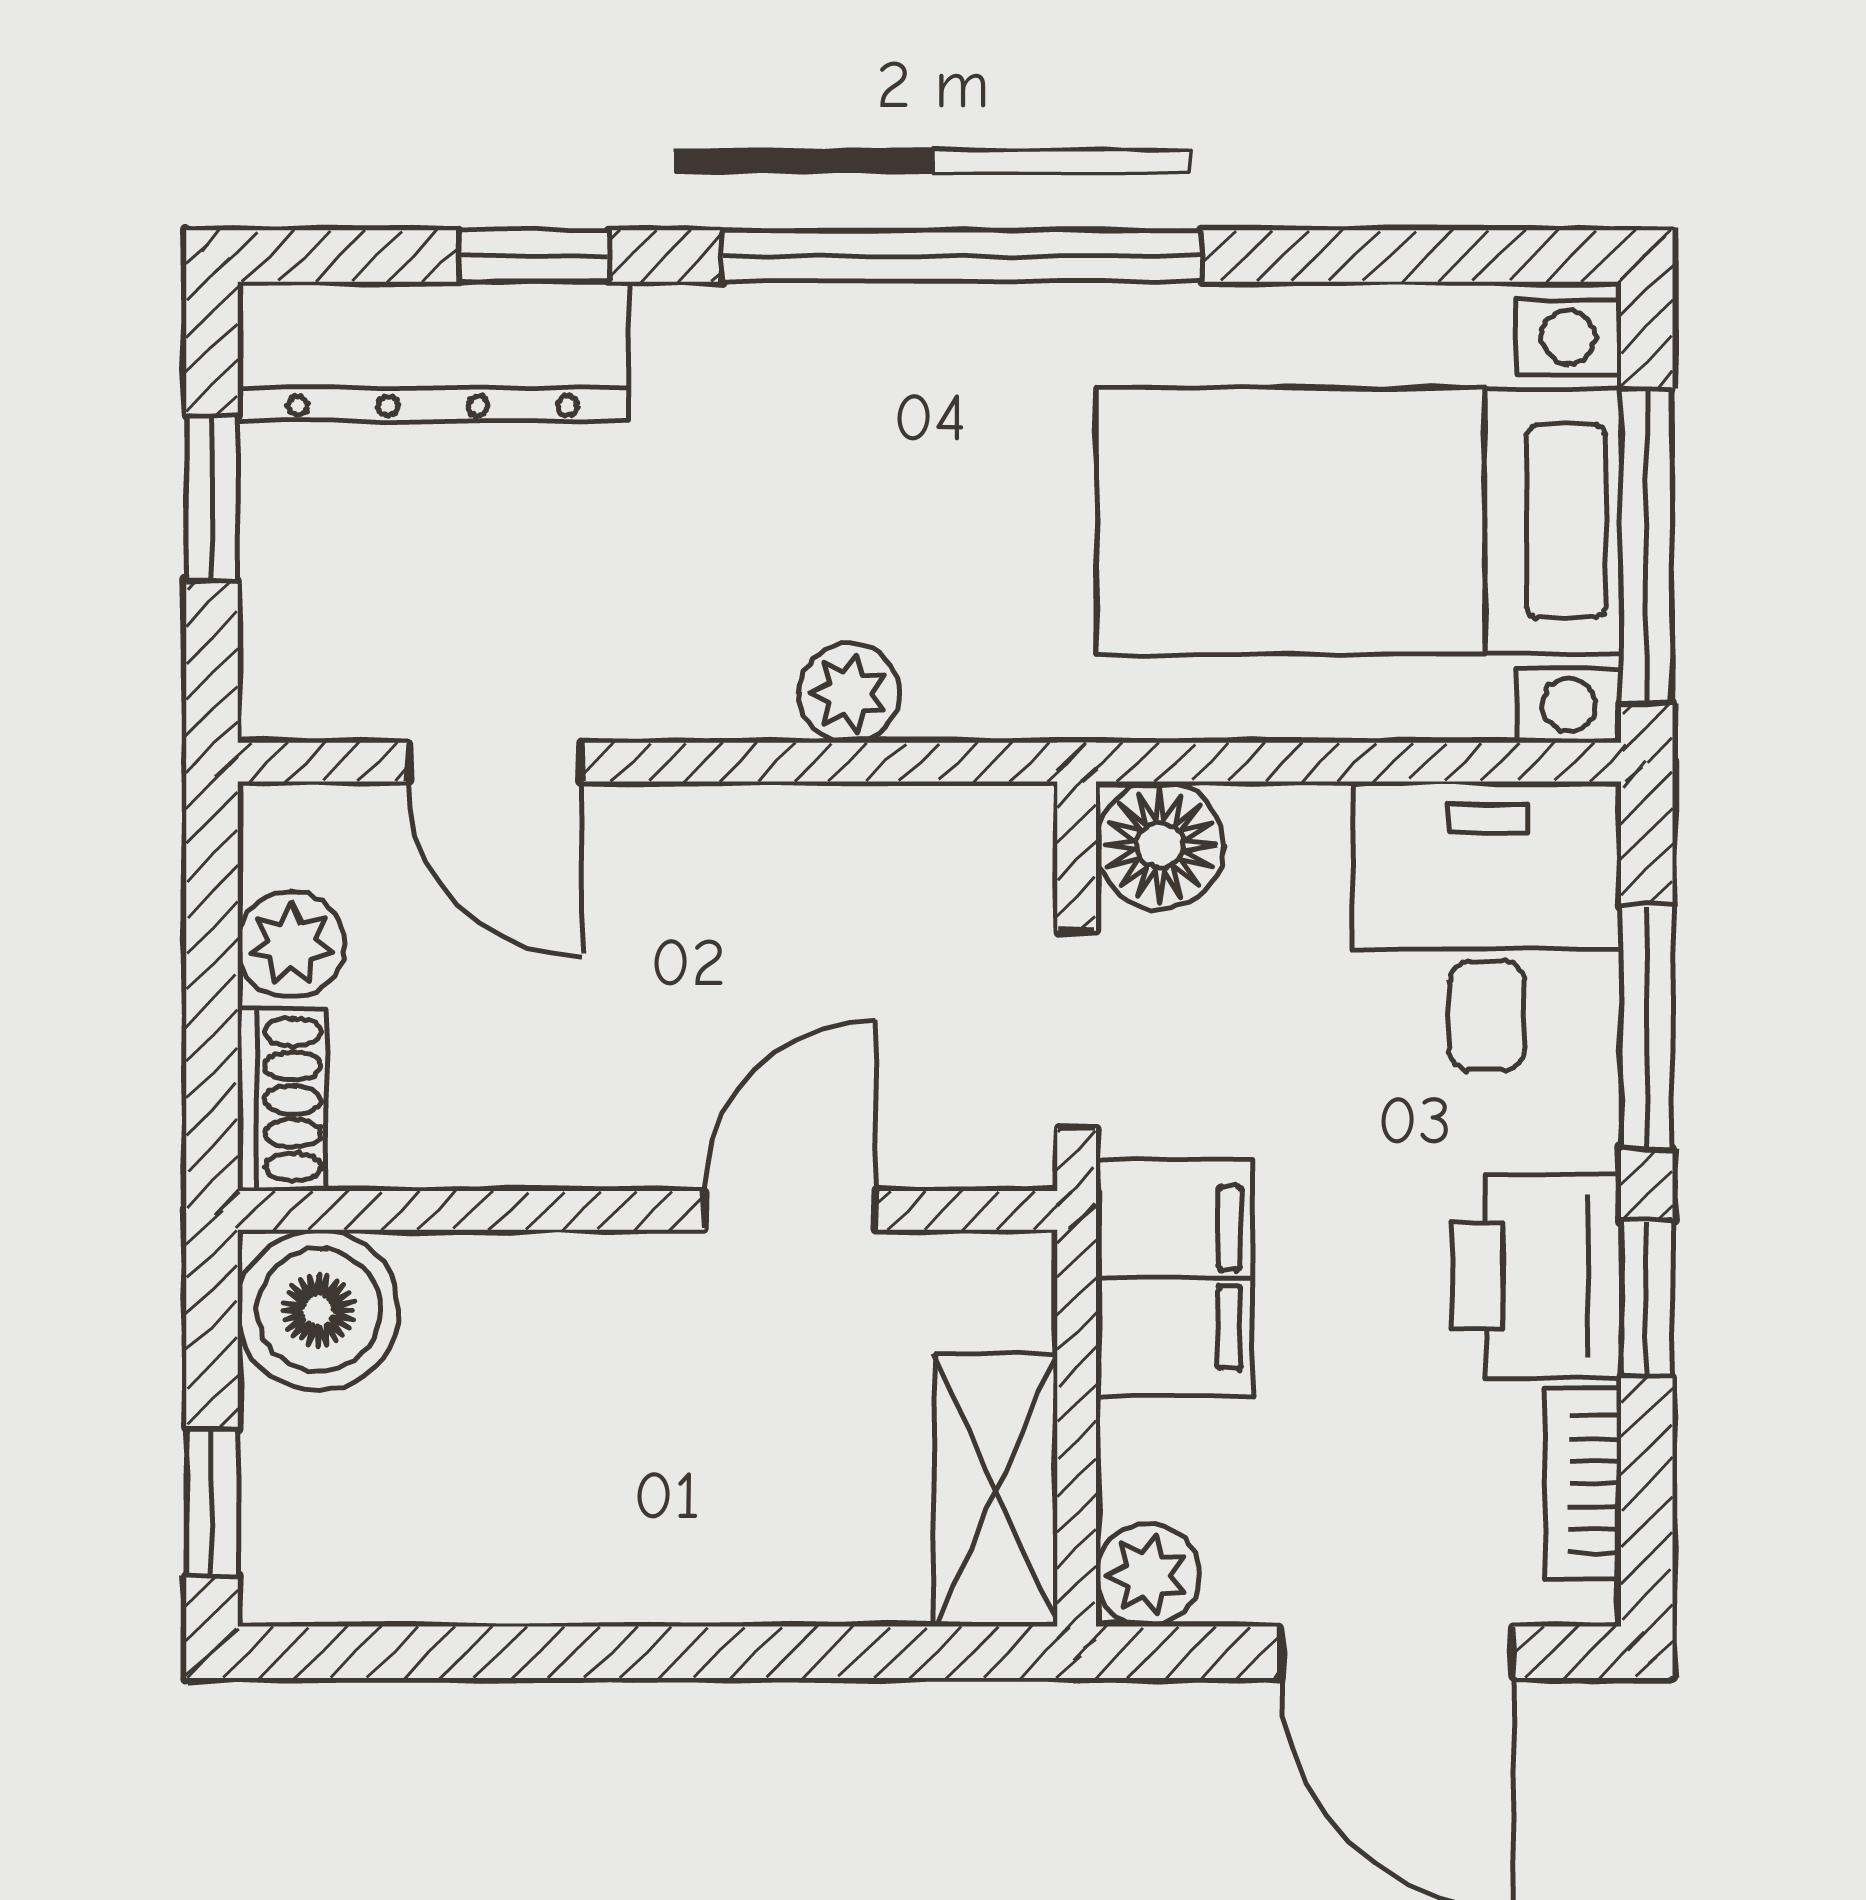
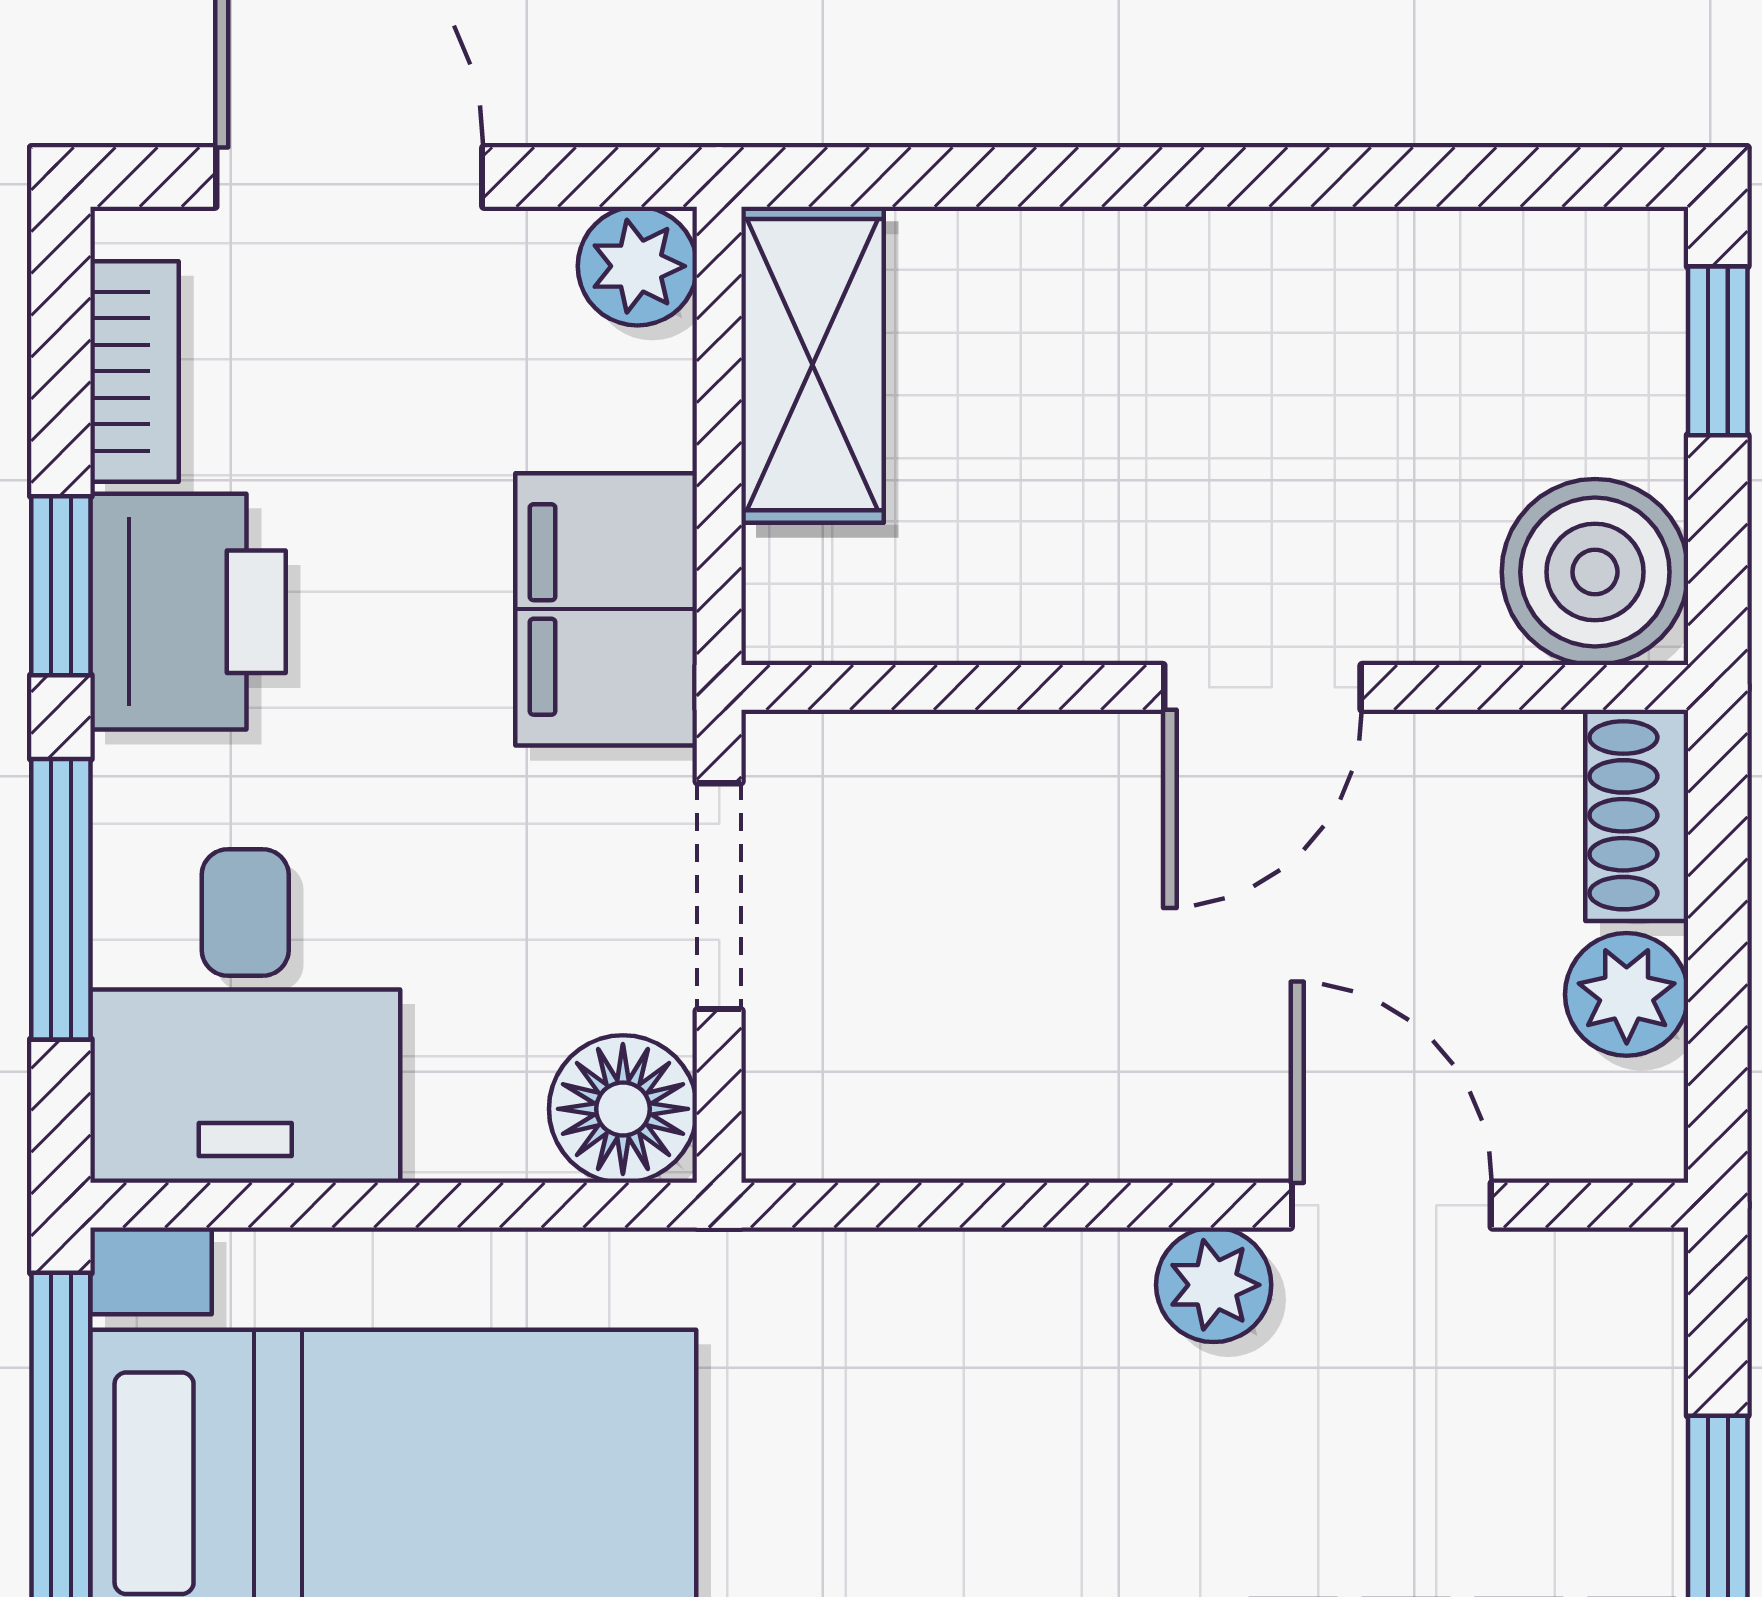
plant: (849, 693) -> (1214, 1285), moved
door: (790, 1210) -> (1262, 687), moved

